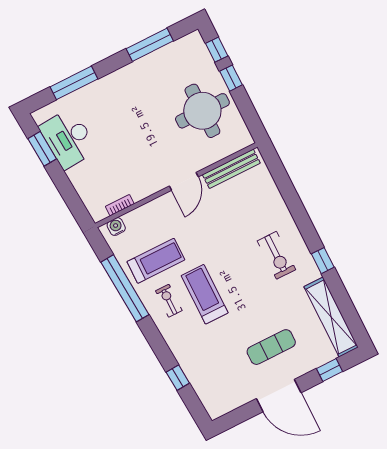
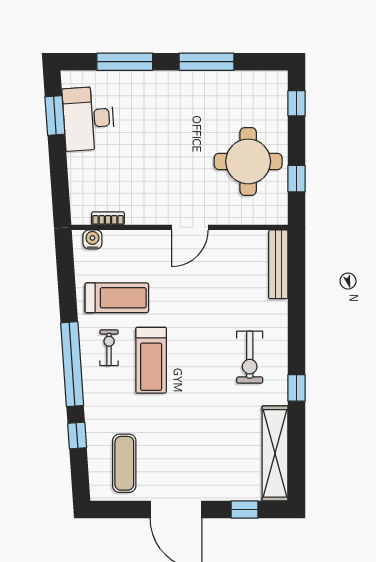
window: (150, 45) -> (206, 62), moved
window: (231, 78) -> (297, 179), moved
bench: (231, 169) -> (278, 264), moved, turned 90
window: (125, 288) -> (72, 364), moved
treadmill: (205, 294) -> (151, 360), turned 180
exercise mat: (271, 347) -> (124, 463), moved, turned 90

